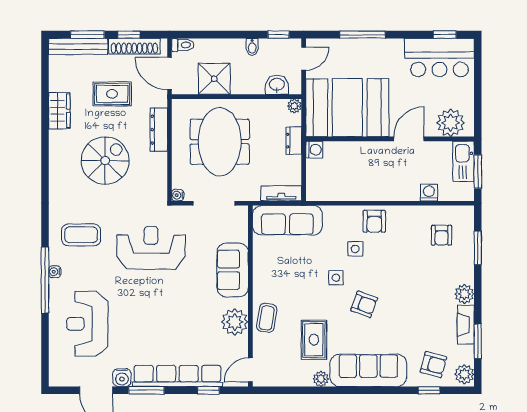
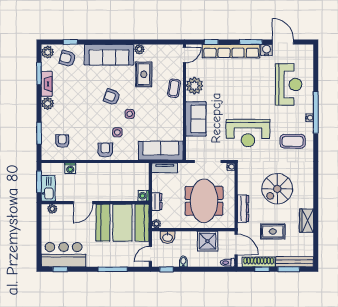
plant: (451, 123) -> (52, 209), width x0.53, depth x0.53

